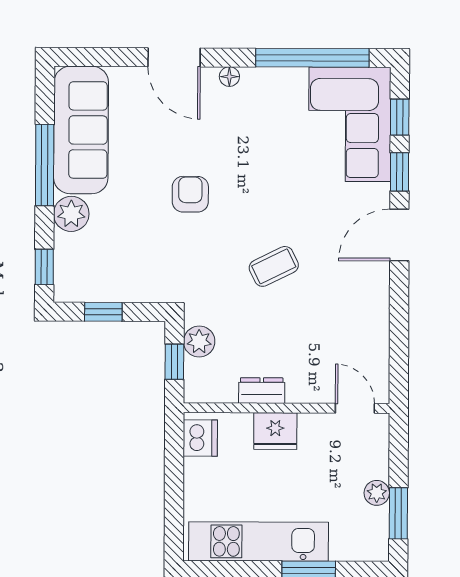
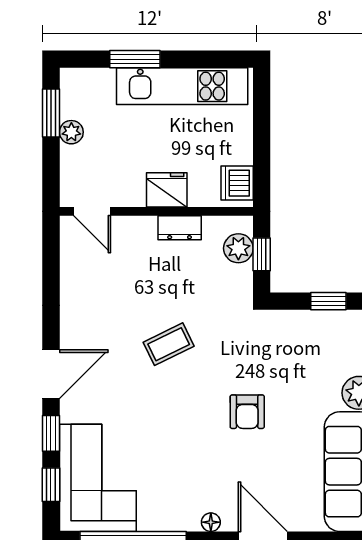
plant: (199, 341) -> (238, 248), moved

